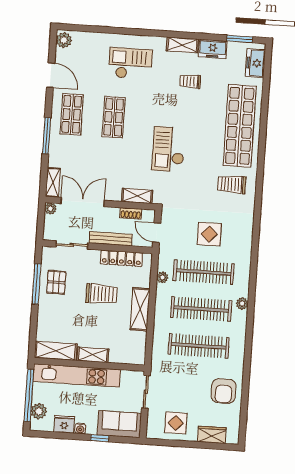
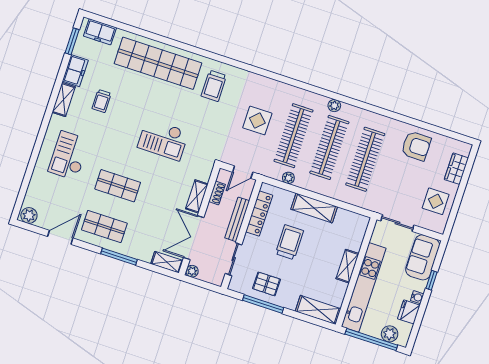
shelving: (137, 196) -> (197, 196), moved
shelving: (56, 351) -> (318, 310), moved, turned 90

